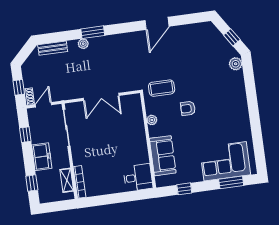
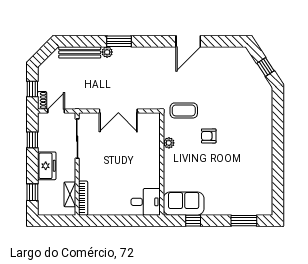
bench: (53, 48) -> (80, 52), width x1.36
plant: (236, 64) -> (266, 96), removed
sofa: (163, 156) -> (184, 204), moved, turned -90
corner sofa: (225, 161) -> (240, 197), removed

